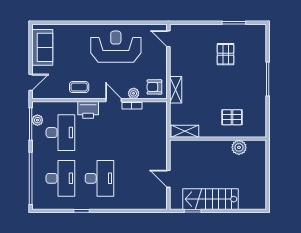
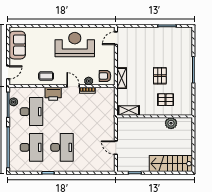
door: (168, 39) -> (116, 38), hinge flipped
pallet: (225, 54) -> (160, 76), moved
stairs: (211, 199) -> (171, 164), moved

